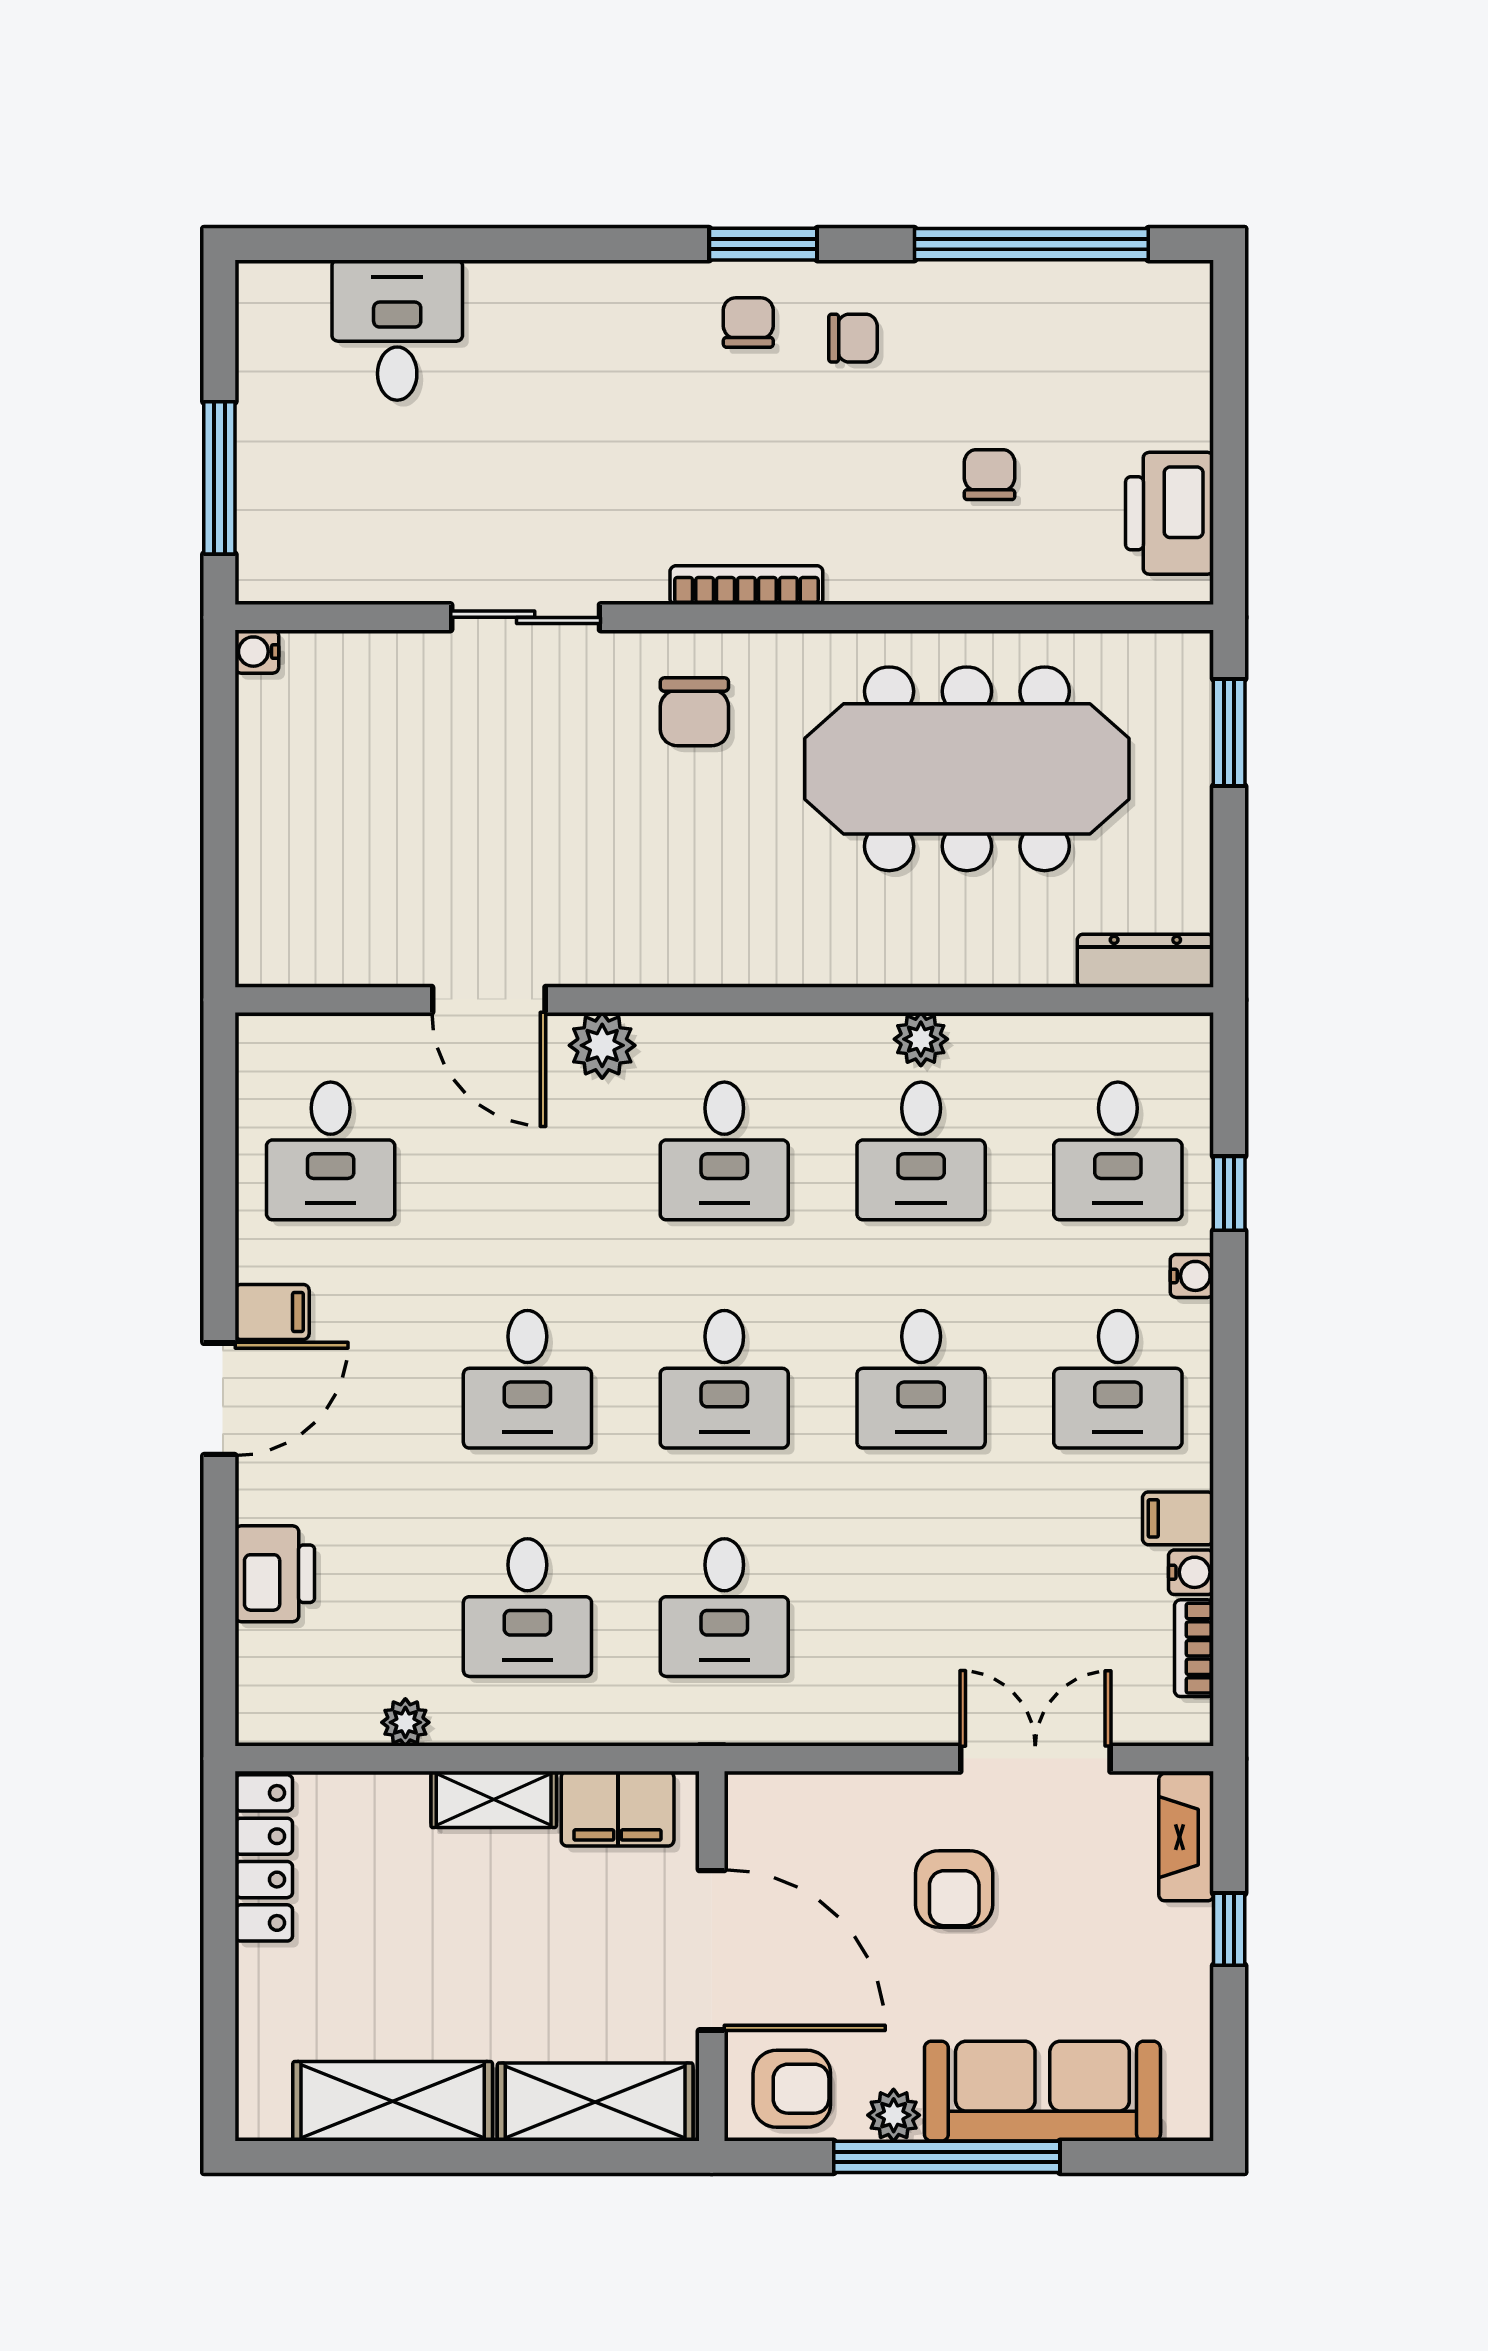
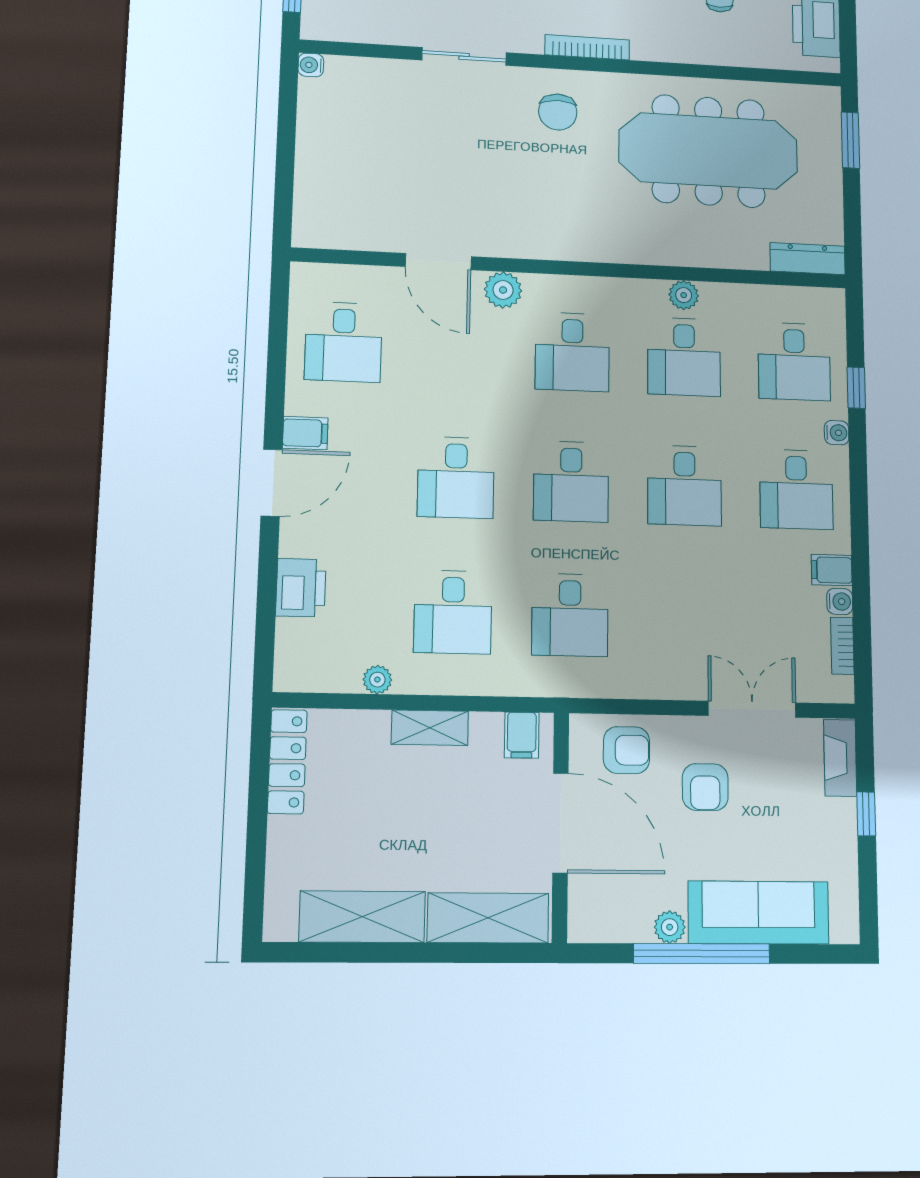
filing cabinet: (618, 1809) -> (522, 735), width x0.50
armchair: (792, 2089) -> (626, 750), moved

